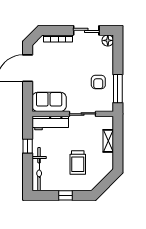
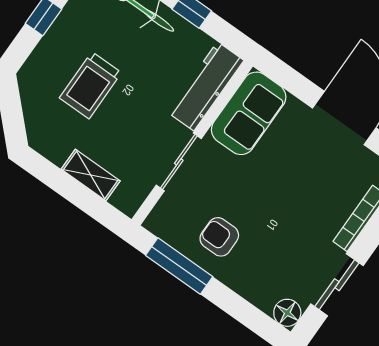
trolley: (78, 163) -> (90, 85), turned -90

